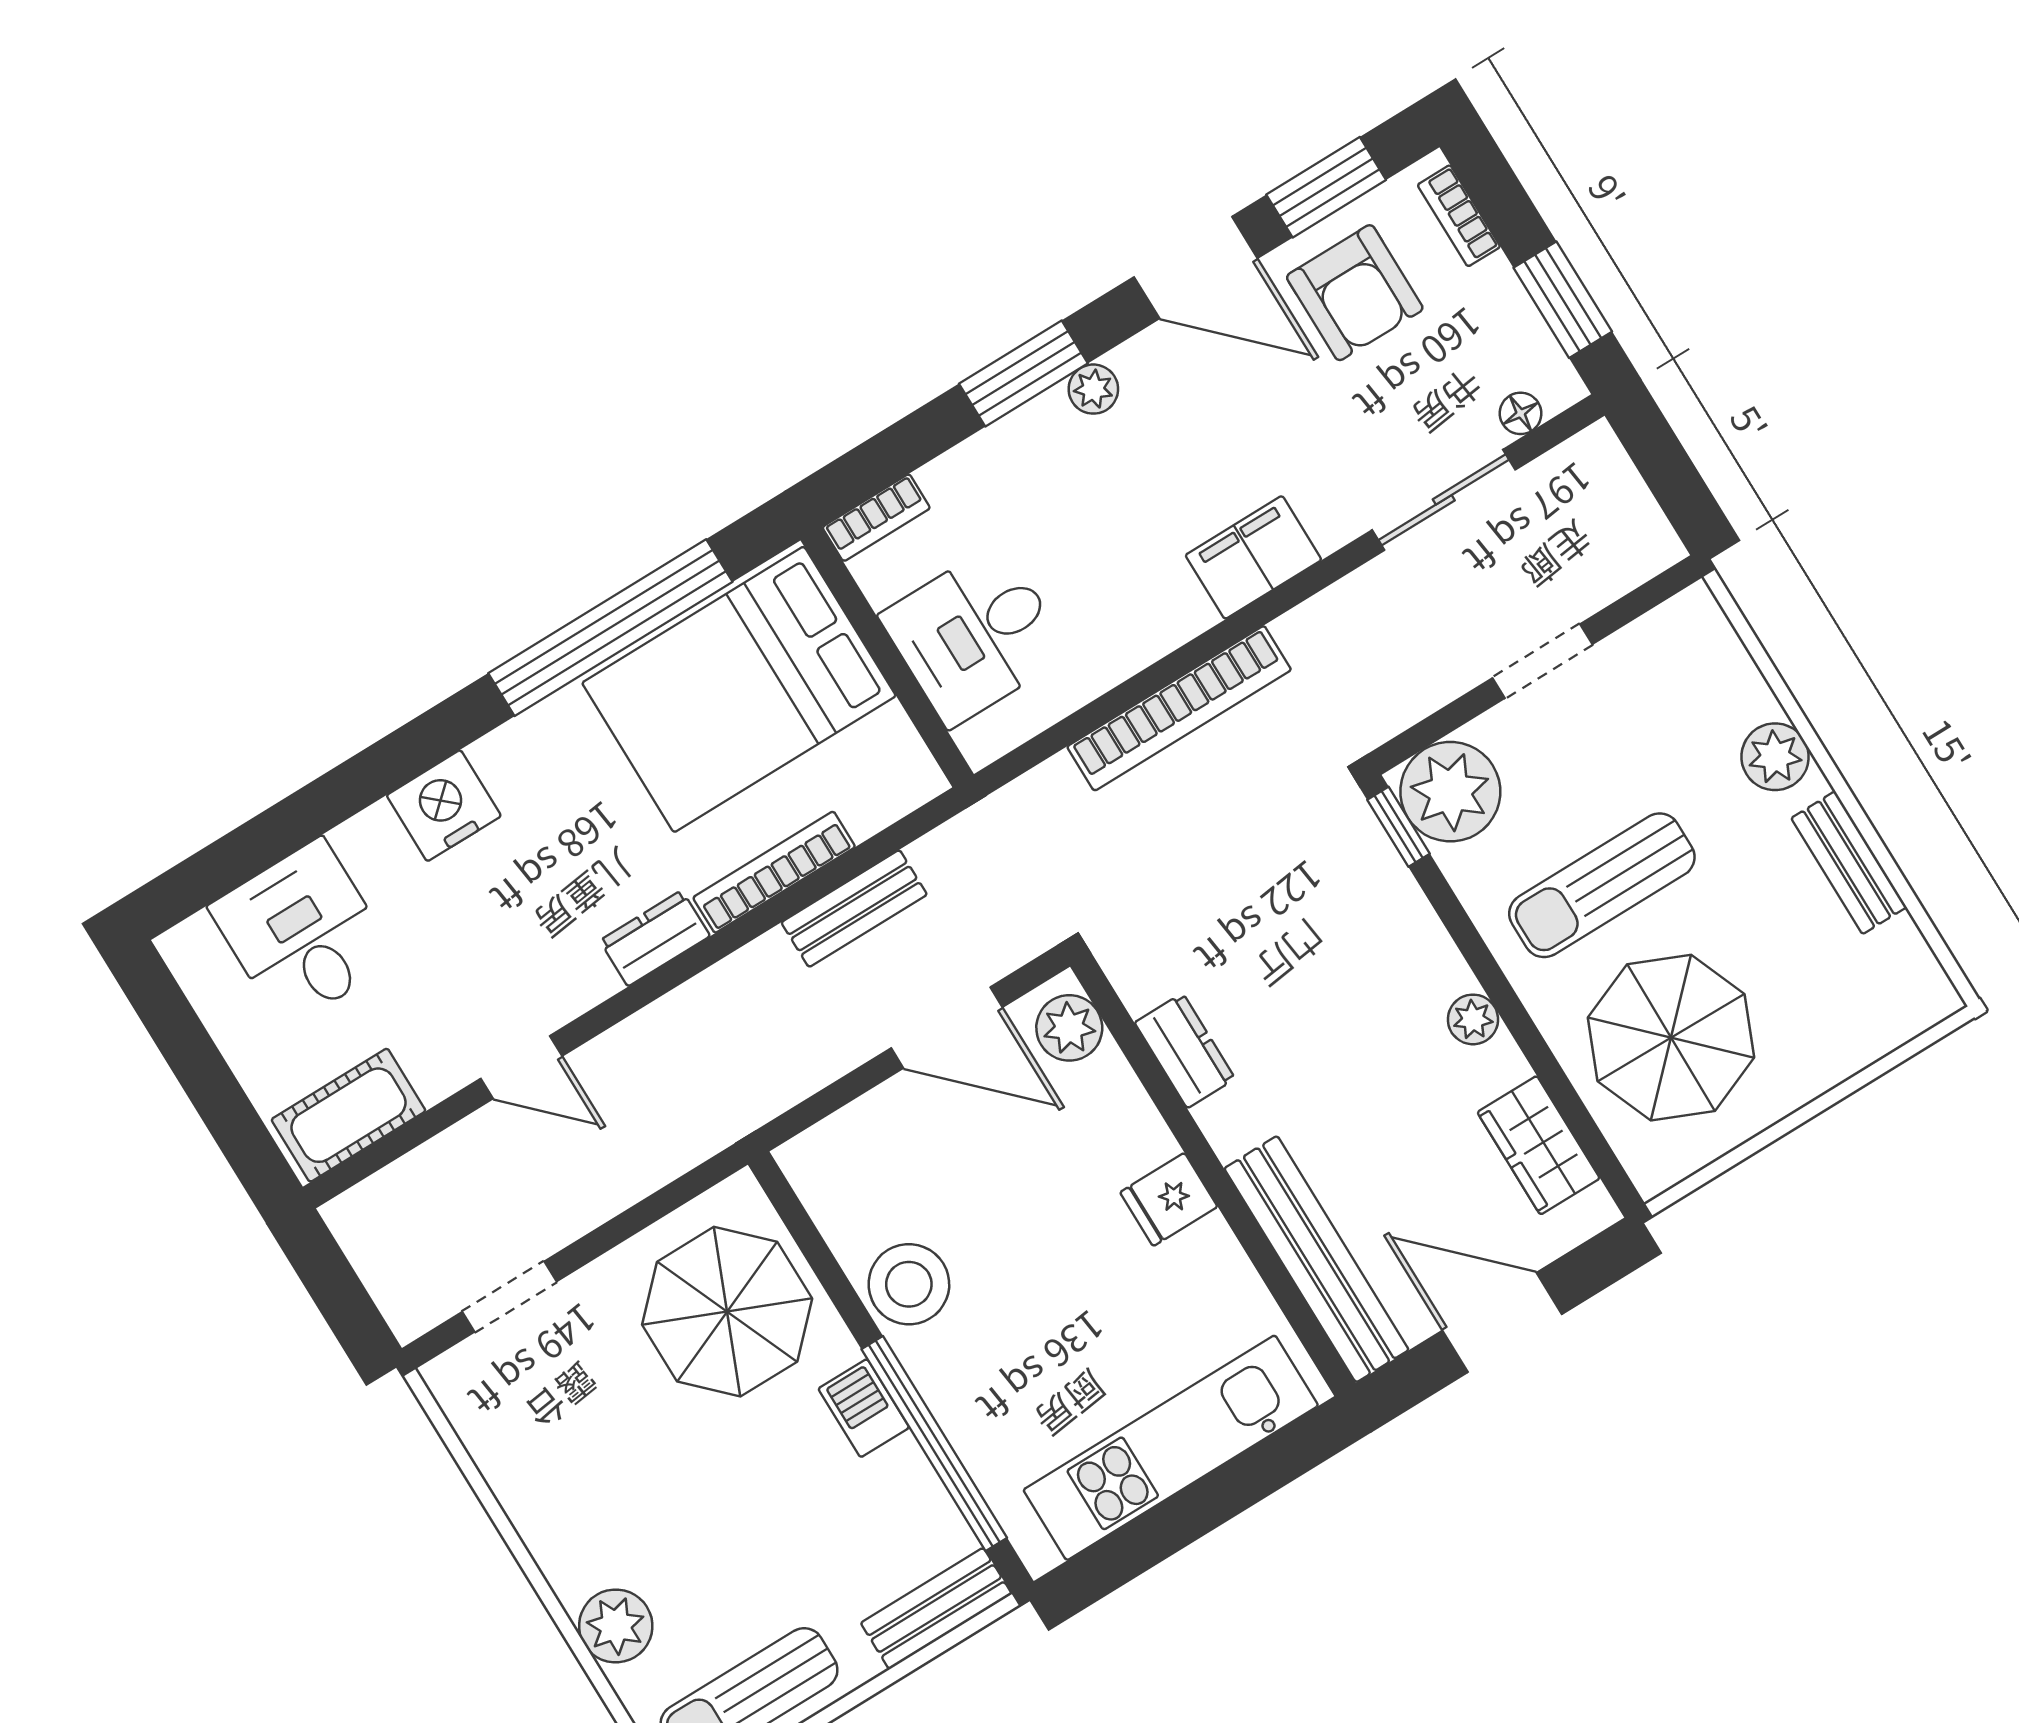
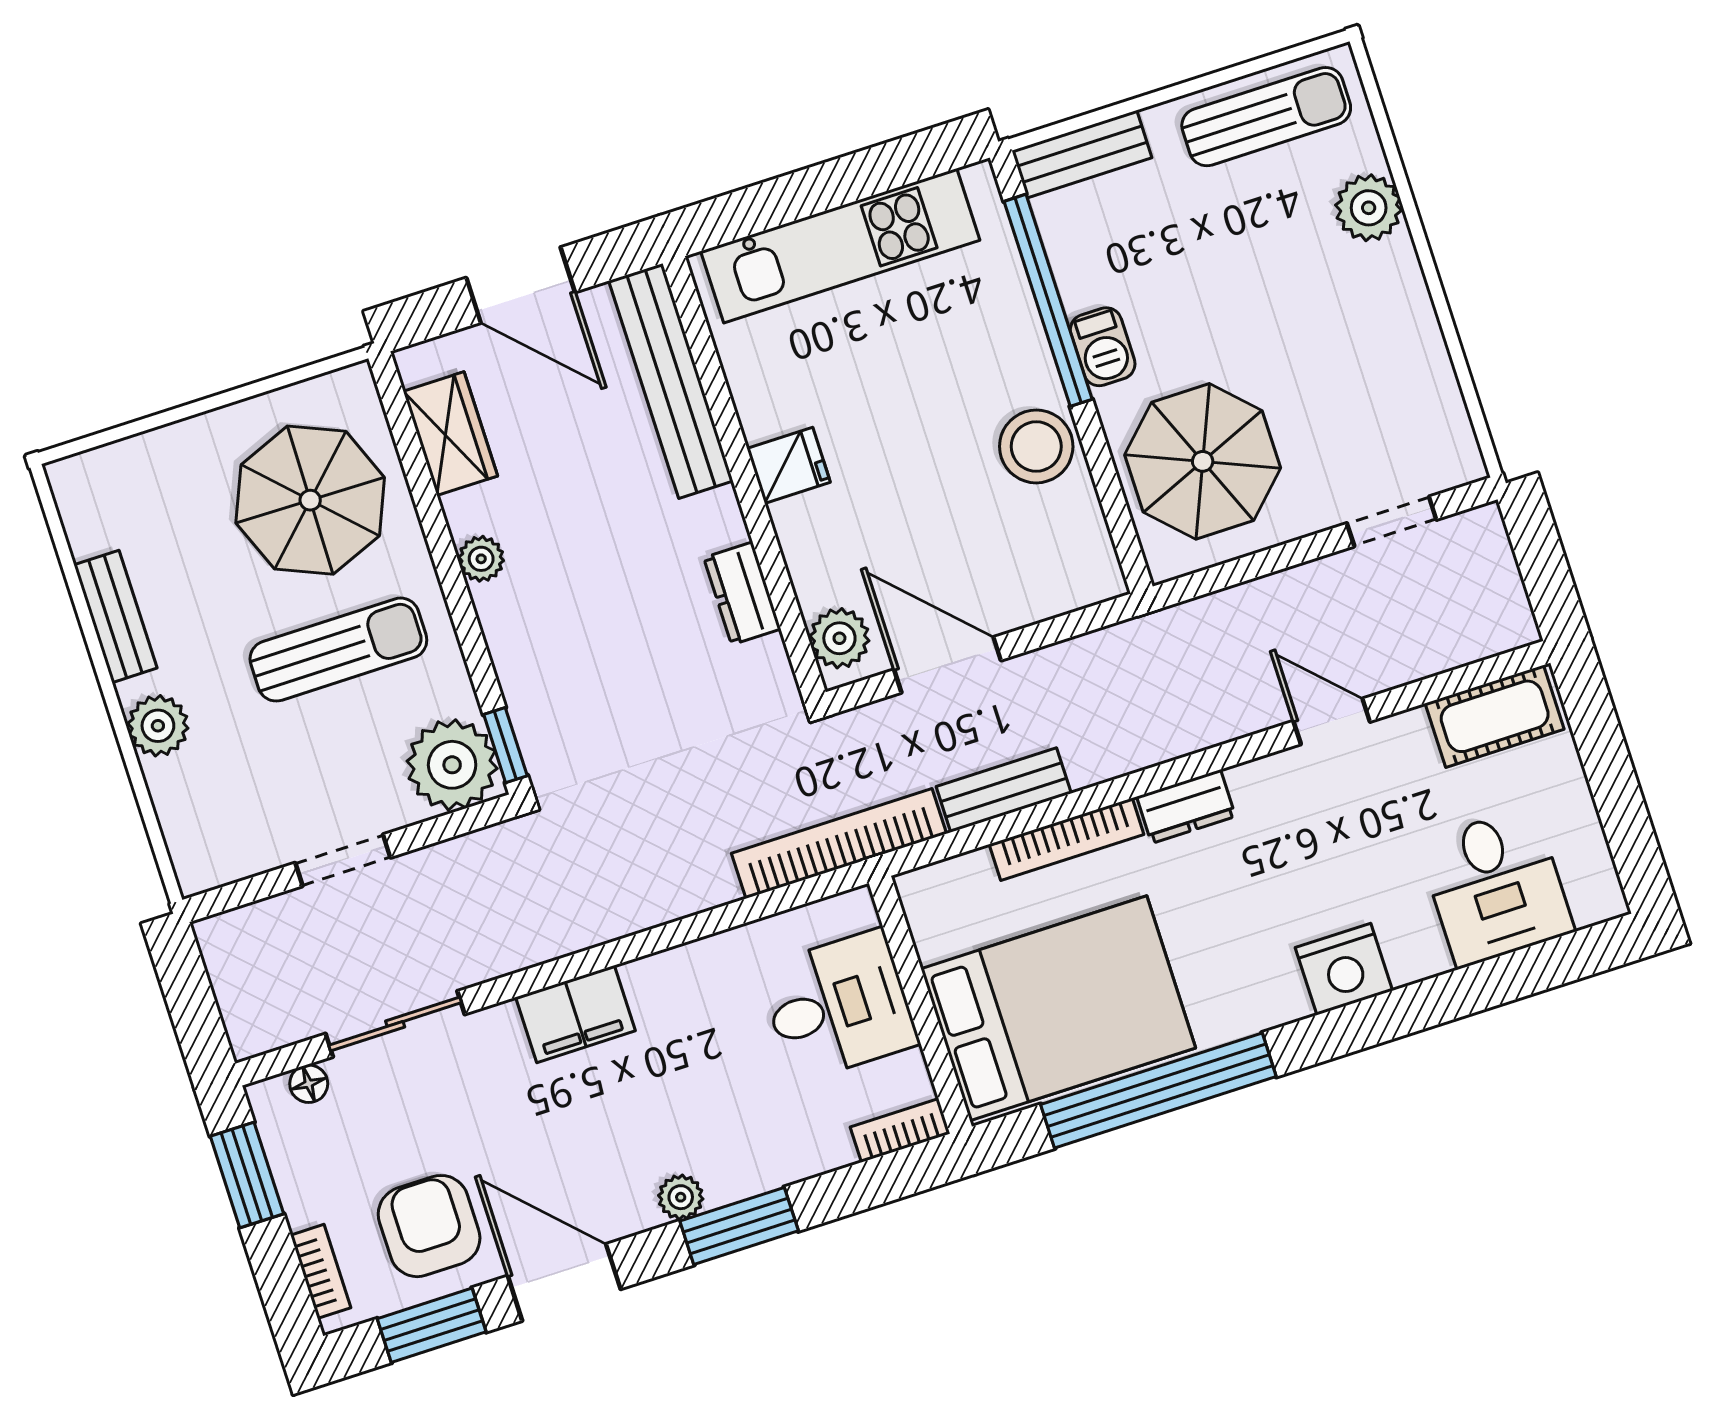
bookcase: (1179, 708) -> (839, 843), moved

